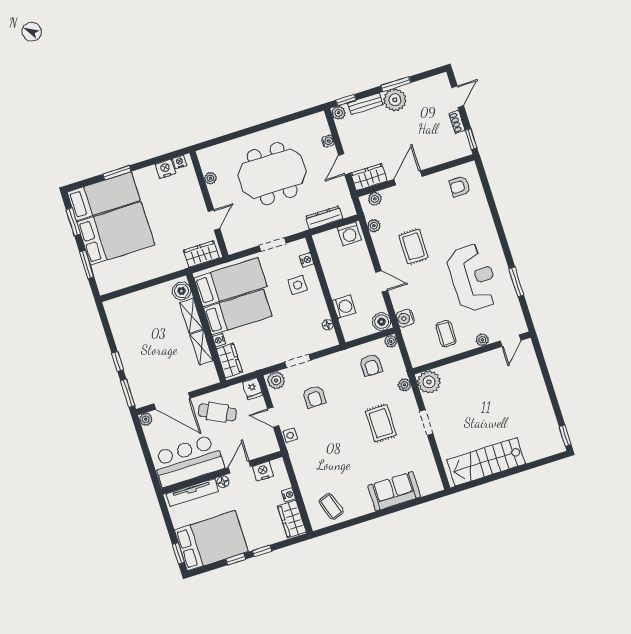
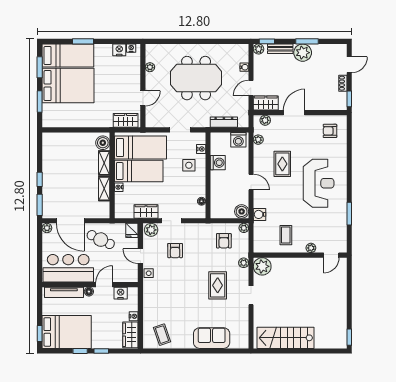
reception desk: (473, 278) -> (319, 183), moved
washing machine: (344, 307) -> (218, 163), moved
wardrobe: (229, 360) -> (146, 211), moved, turned -90

